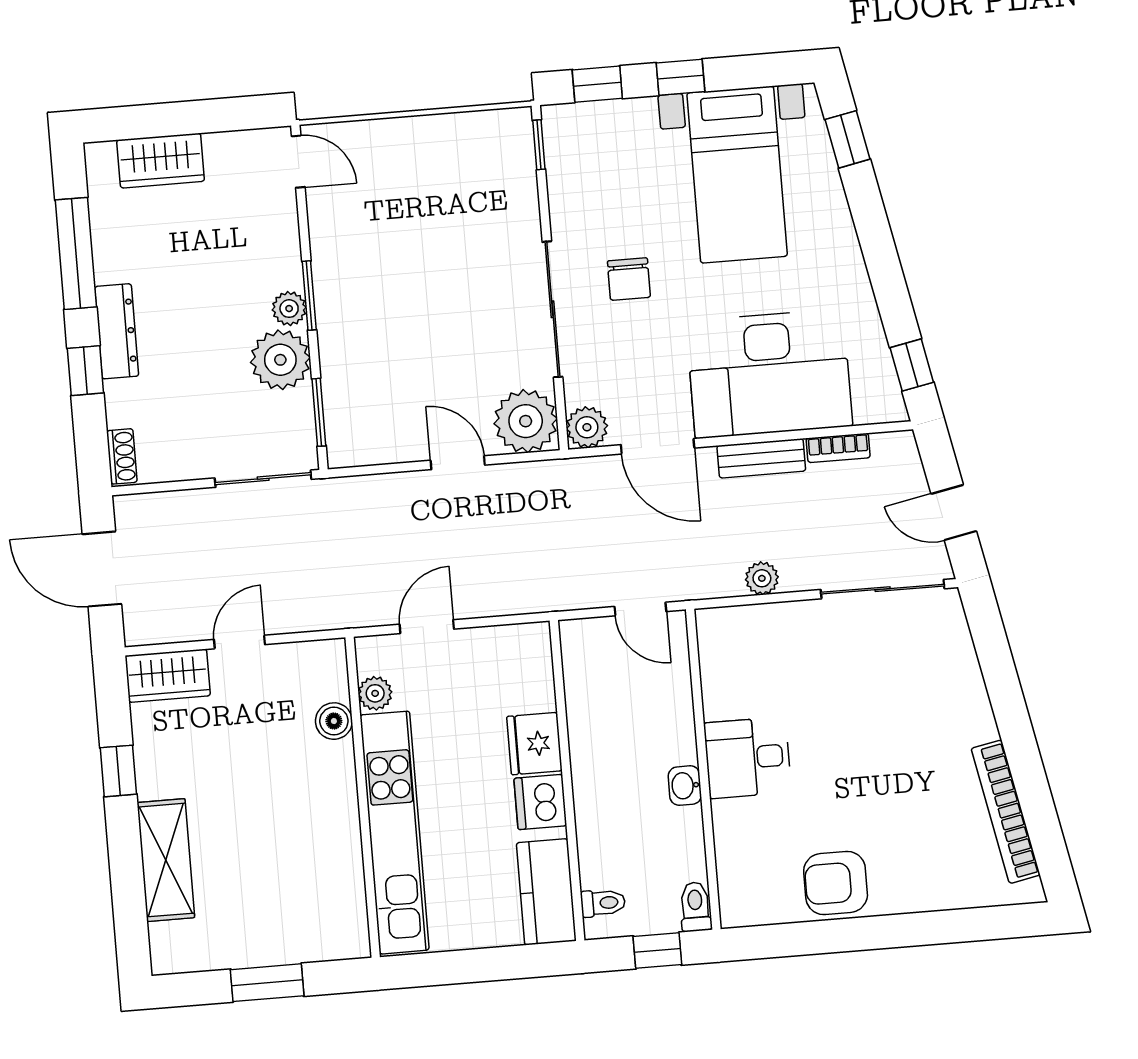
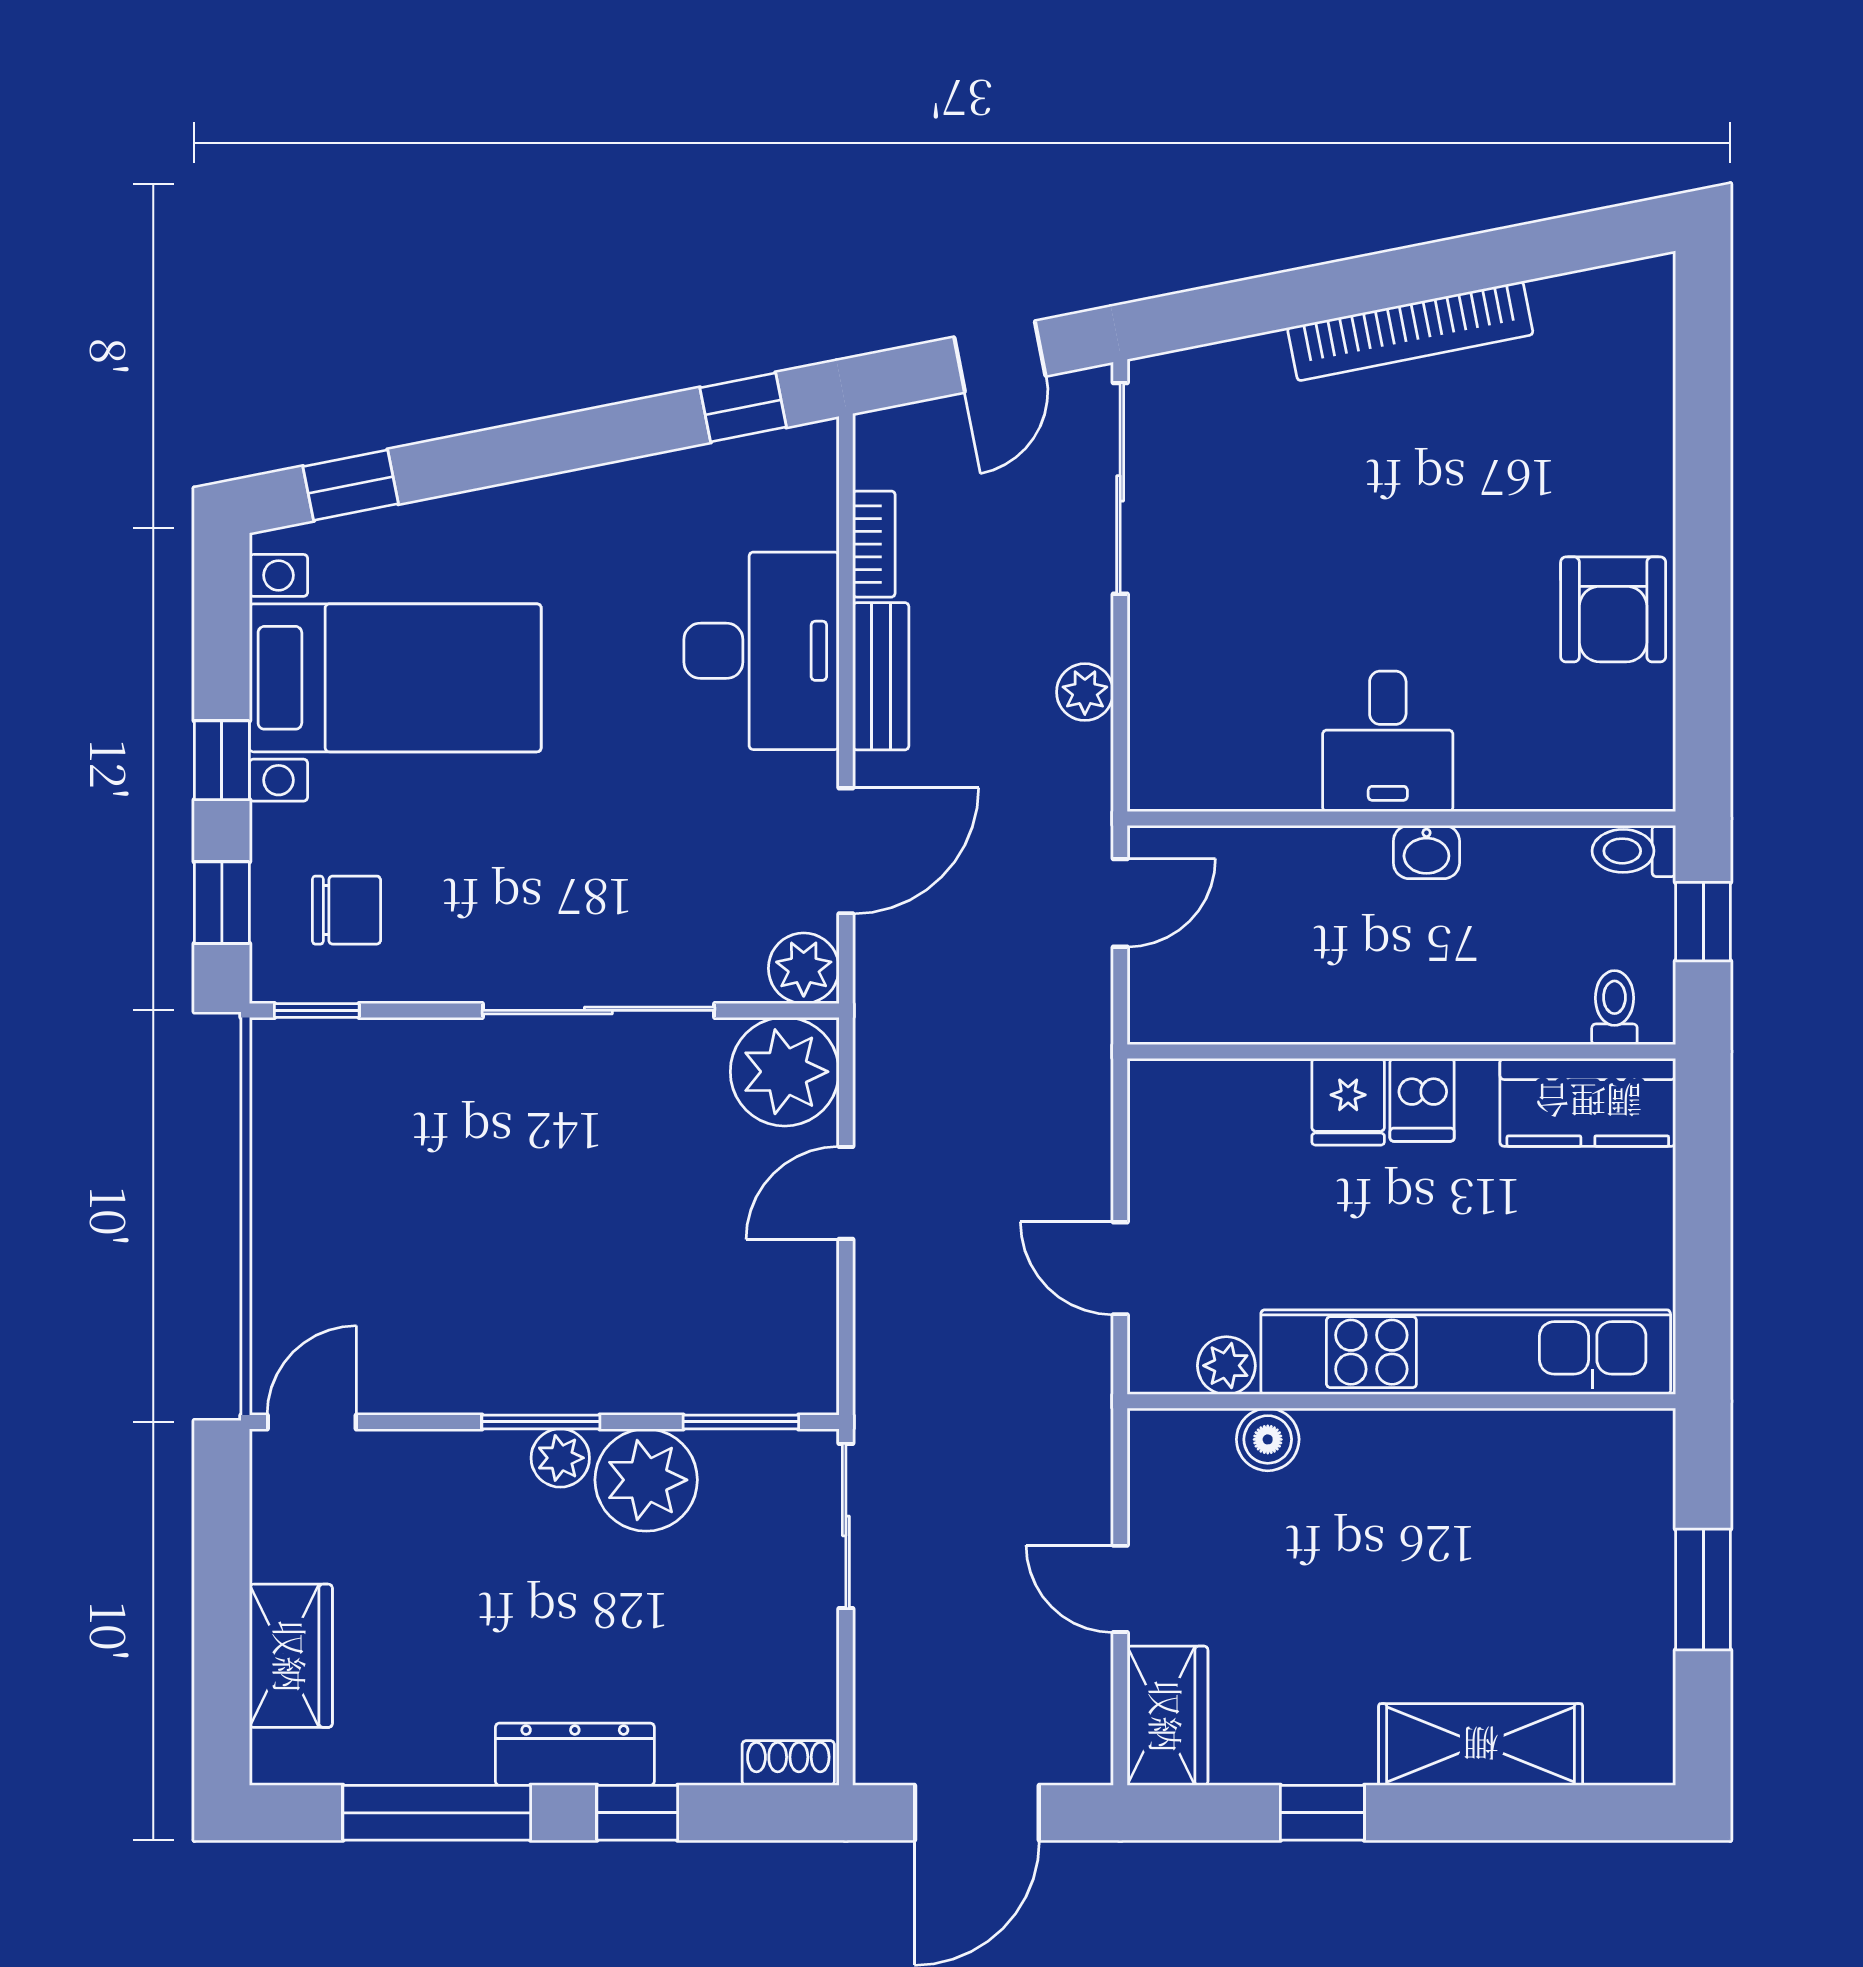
chair: (629, 279) -> (346, 910), moved
desk: (769, 374) -> (761, 651), width x0.73, depth x0.77
fridge: (534, 744) -> (1348, 1102), width x0.72
dishwasher: (540, 802) -> (1422, 1100), width x0.73
bookcase: (1006, 812) -> (1410, 331), moved

